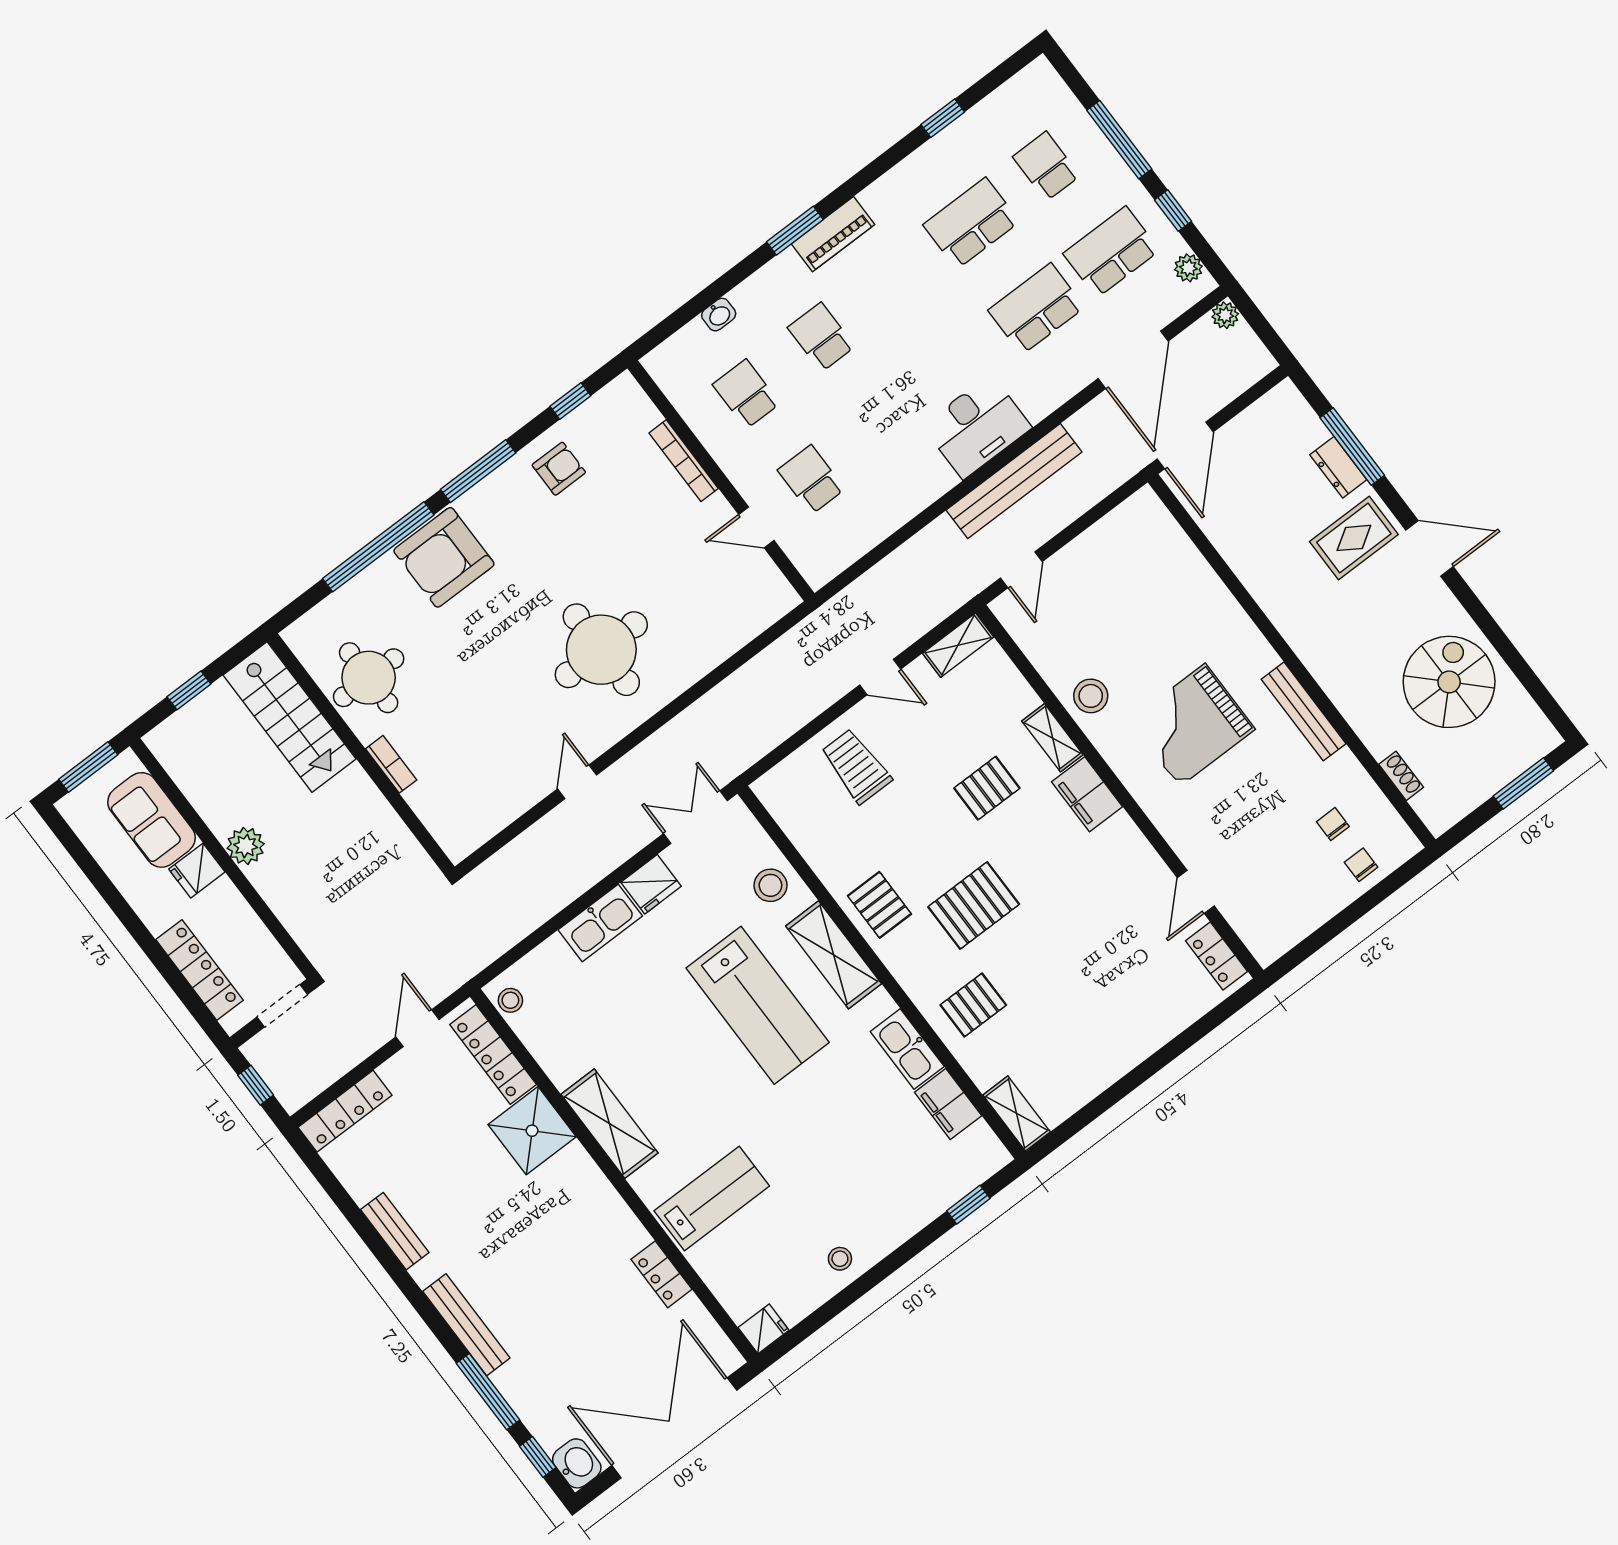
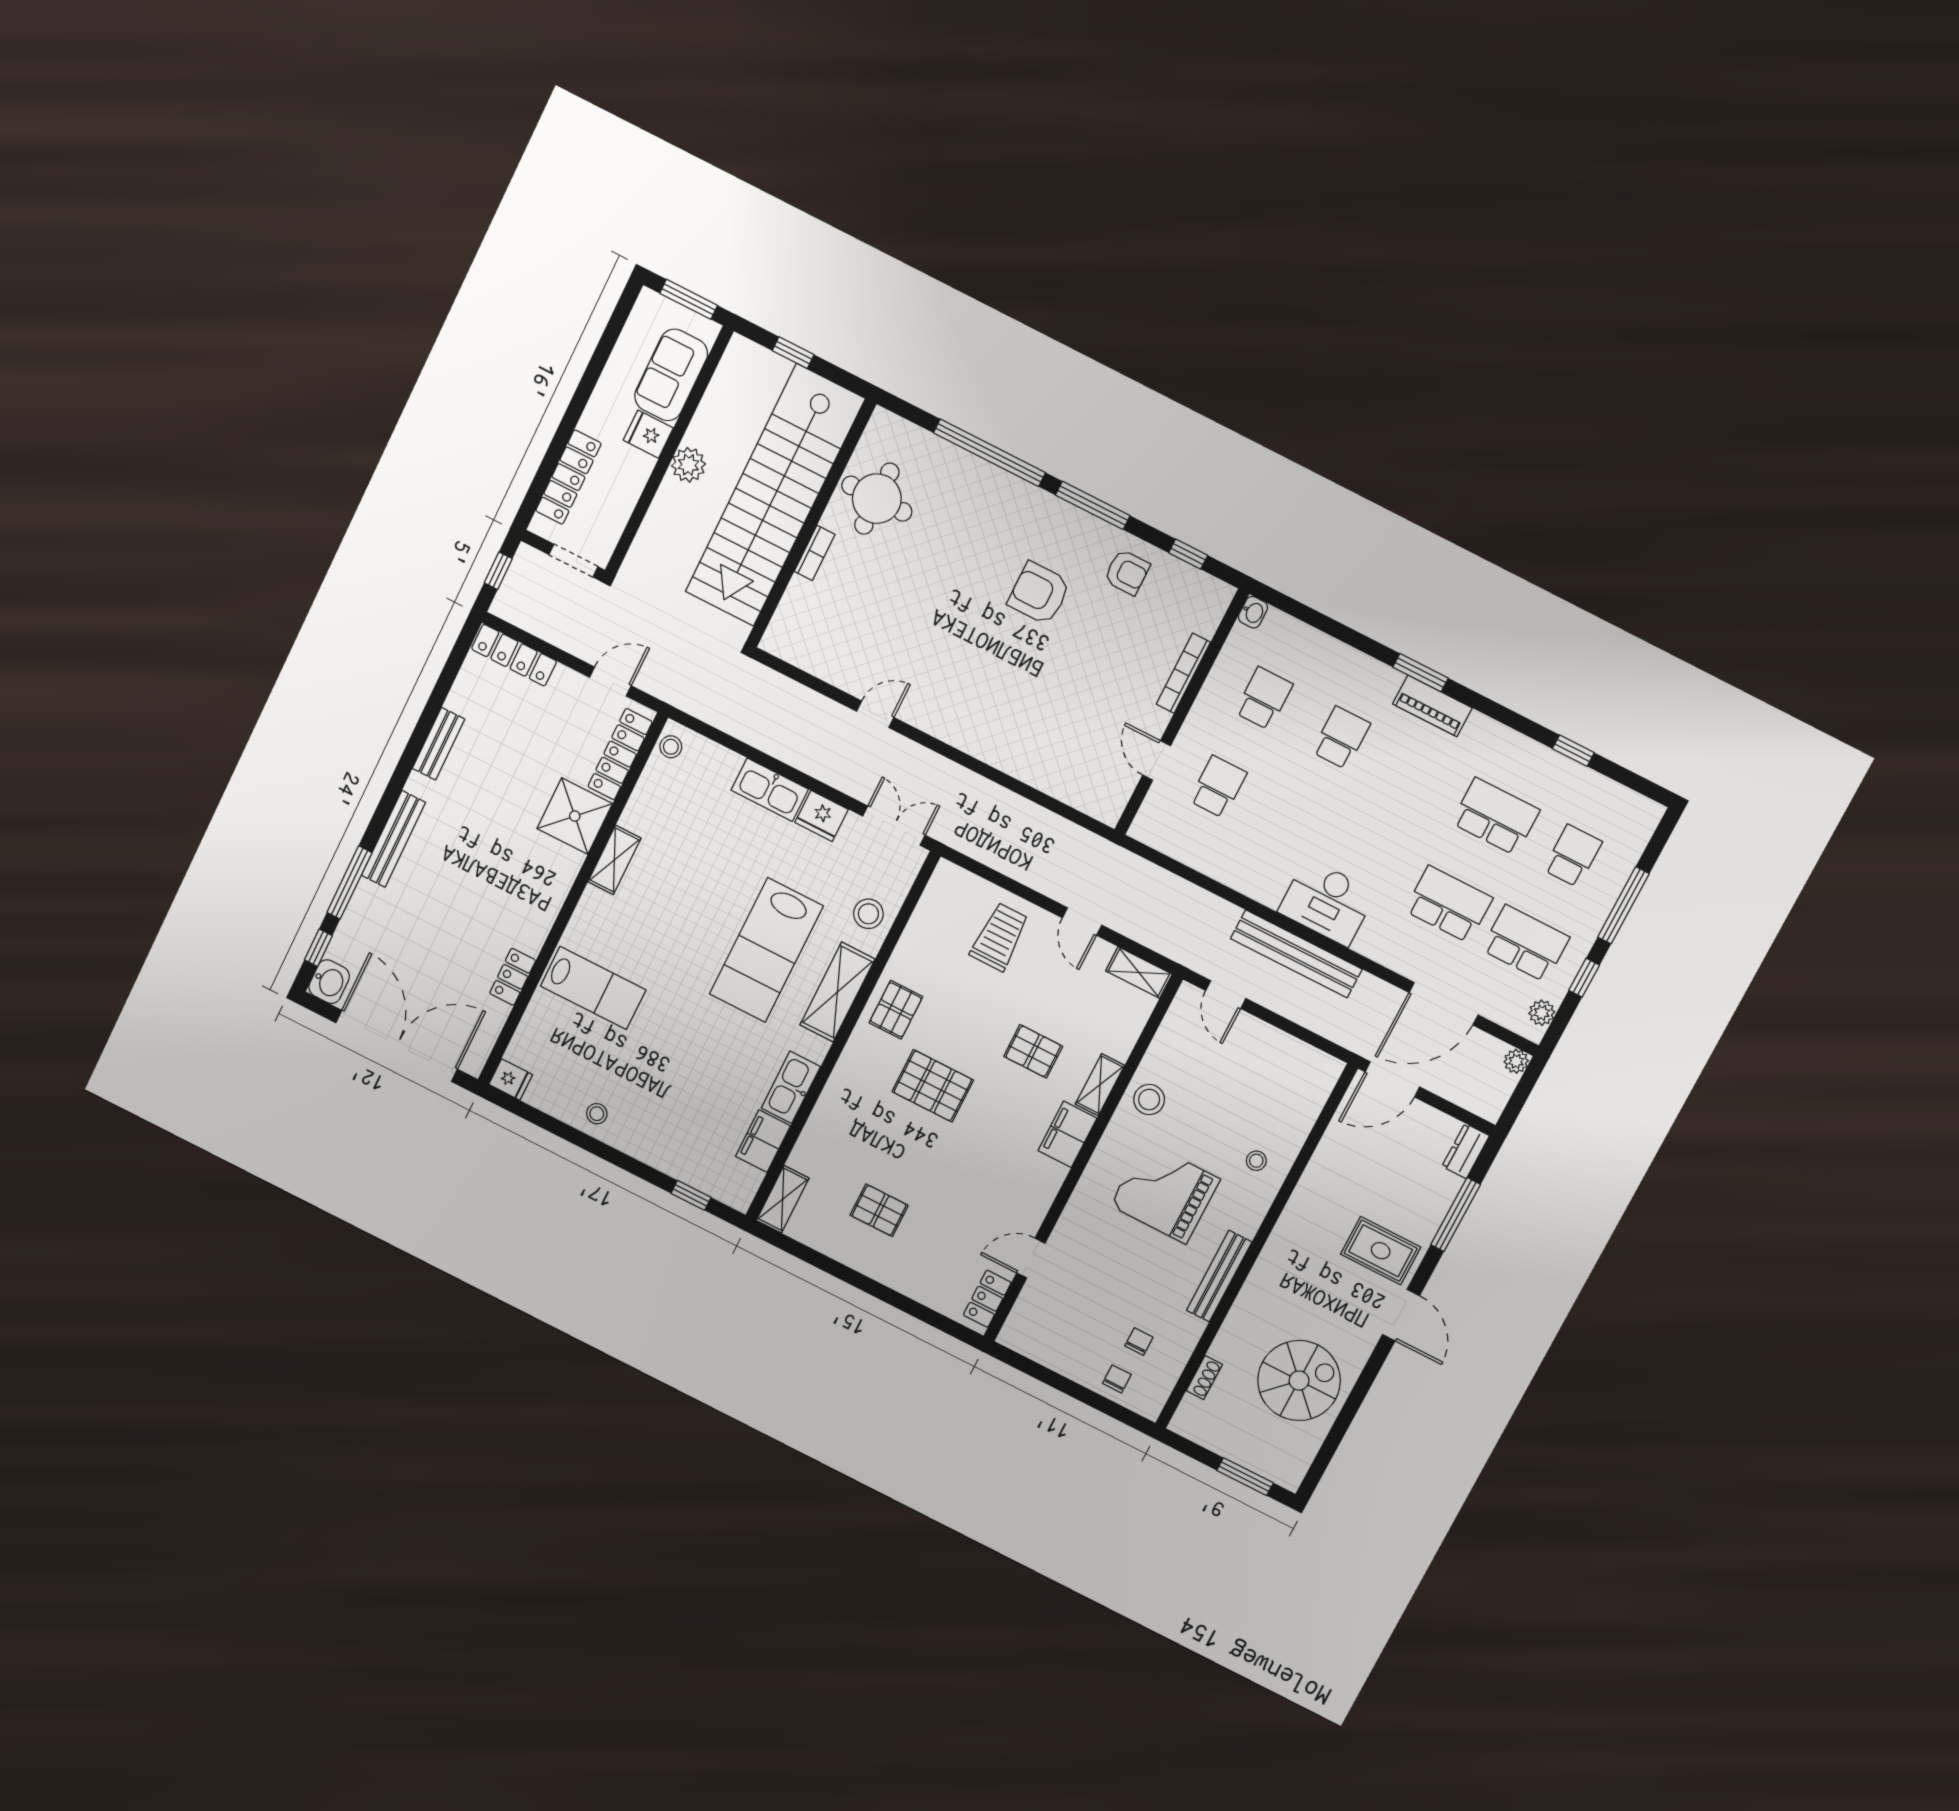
washbasin: (719, 315) -> (1253, 612), moved, turned -90
dresser: (1338, 467) -> (1466, 1151), moved
armchair: (444, 557) -> (1039, 593), moved, width x0.73, depth x0.73
door: (1021, 570) -> (1226, 995), hinge flipped
stool: (1203, 619) -> (1256, 1161), added
round table: (601, 650) -> (994, 681), removed
stairs: (290, 717) -> (775, 495), width x1.86, depth x1.51
pallet: (973, 1005) -> (879, 1210), moved
shelving: (610, 1124) -> (614, 860), width x0.67, depth x0.75

